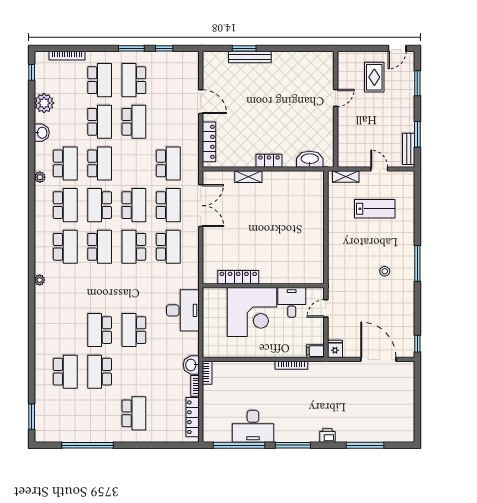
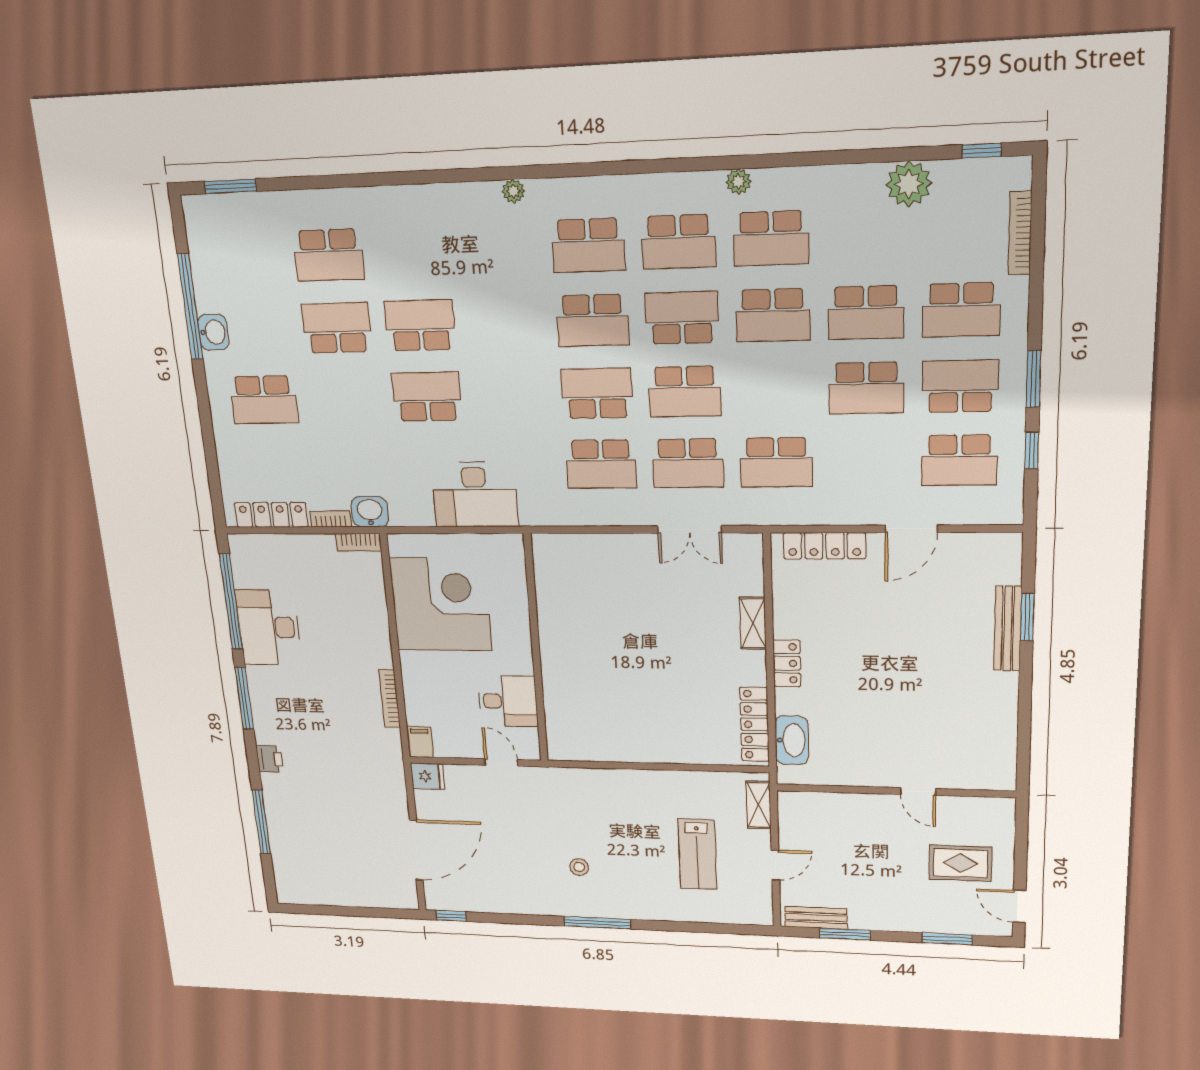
school desk: (168, 80) -> (959, 460), added
washbasin: (42, 133) -> (213, 332), moved, turned -90
double door: (201, 206) -> (690, 529), width x0.73
locker: (238, 277) -> (754, 724), moved, turned 180
corner desk: (252, 312) -> (441, 604), moved, turned 180

